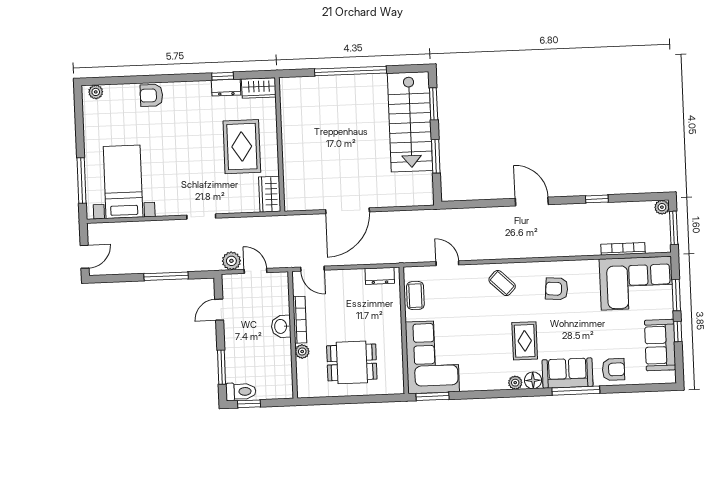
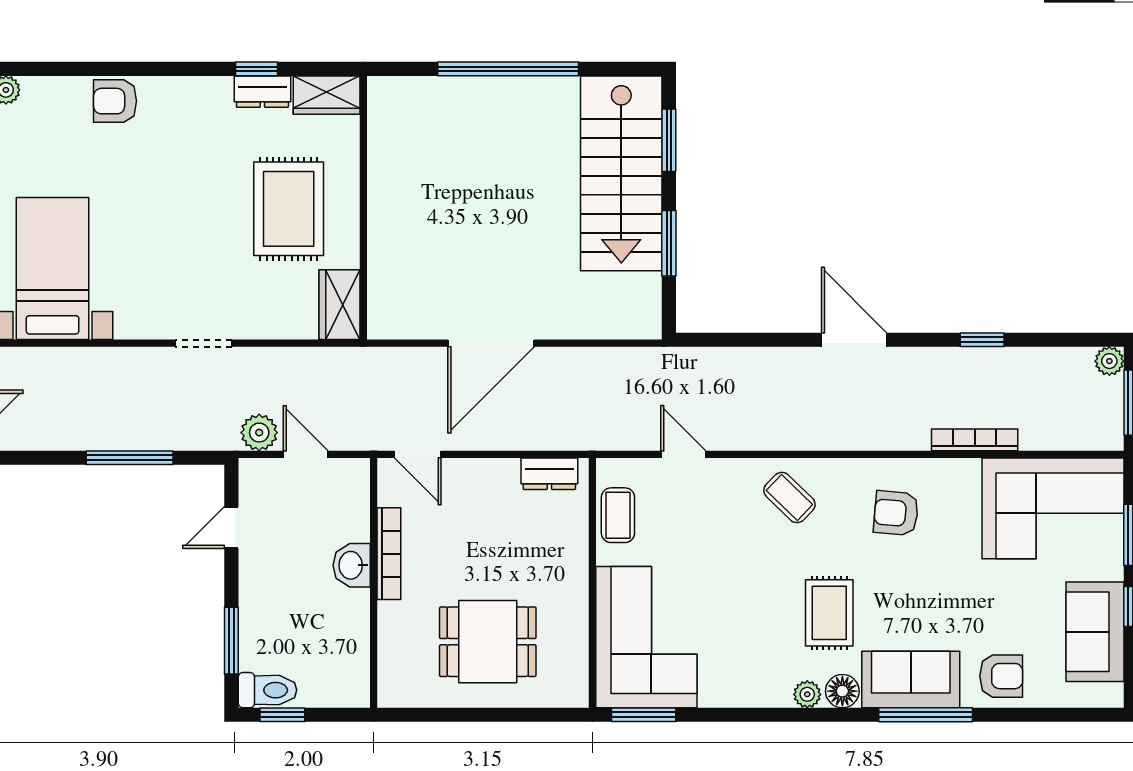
bookcase: (623, 249) -> (975, 440), moved
plant: (302, 352) -> (391, 616), removed

